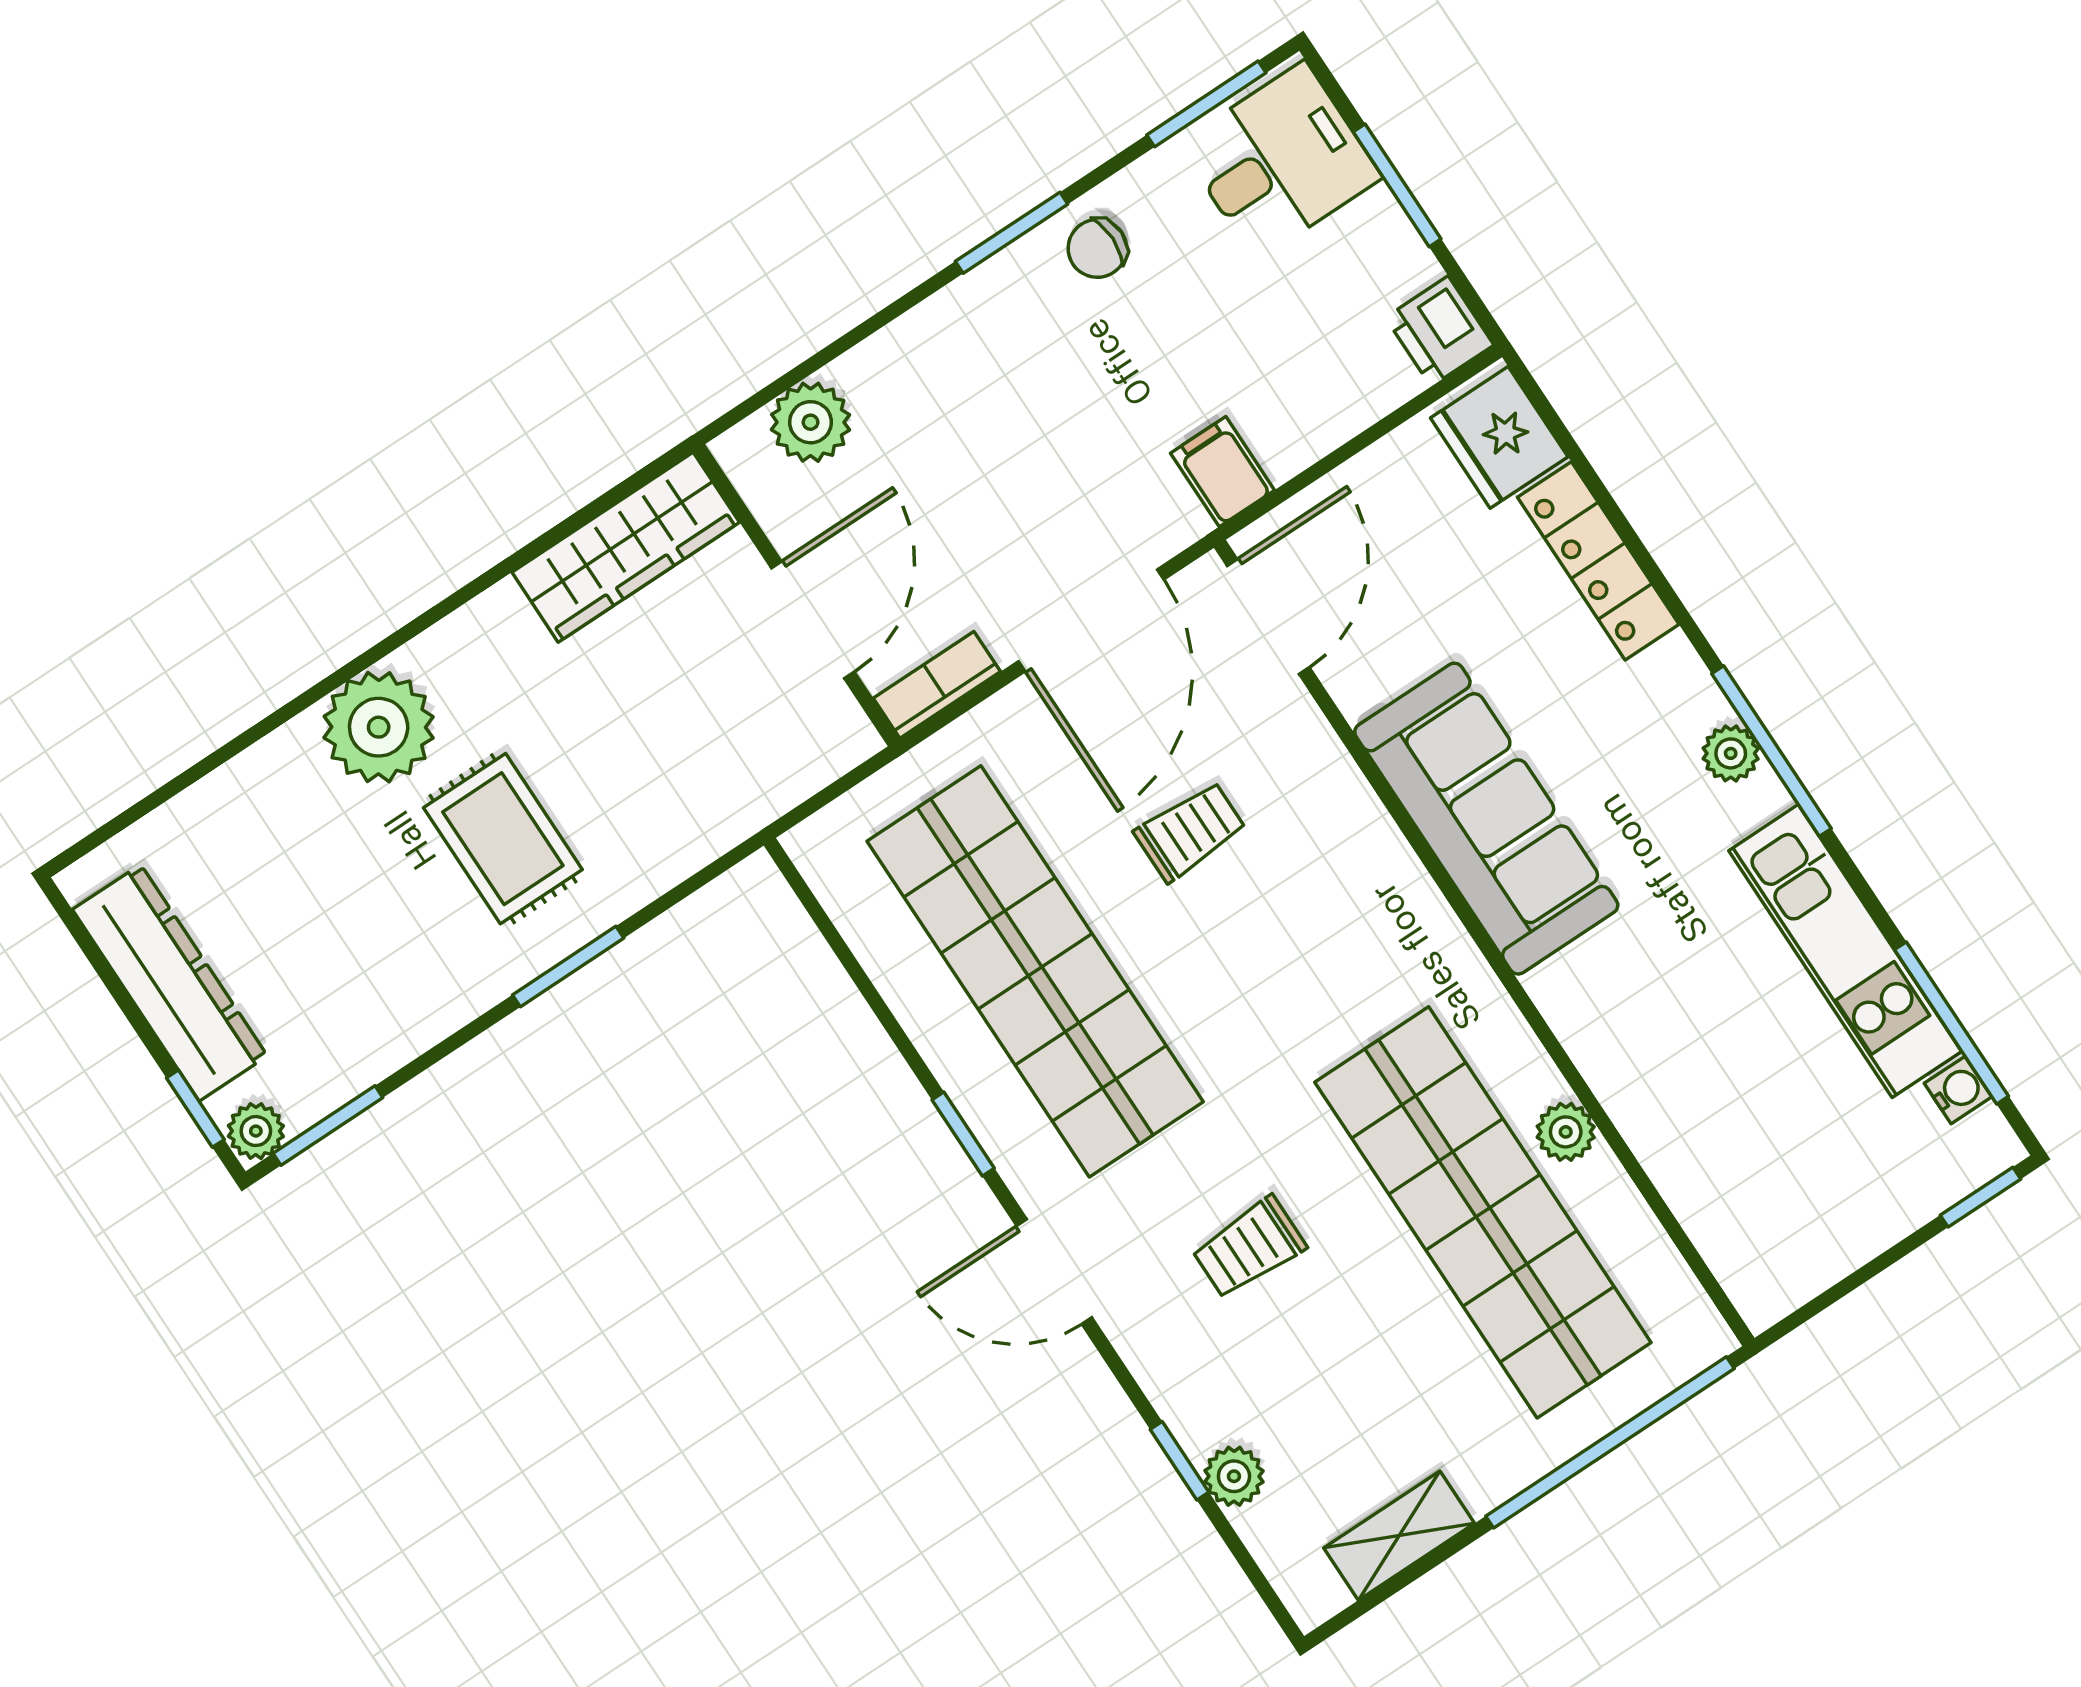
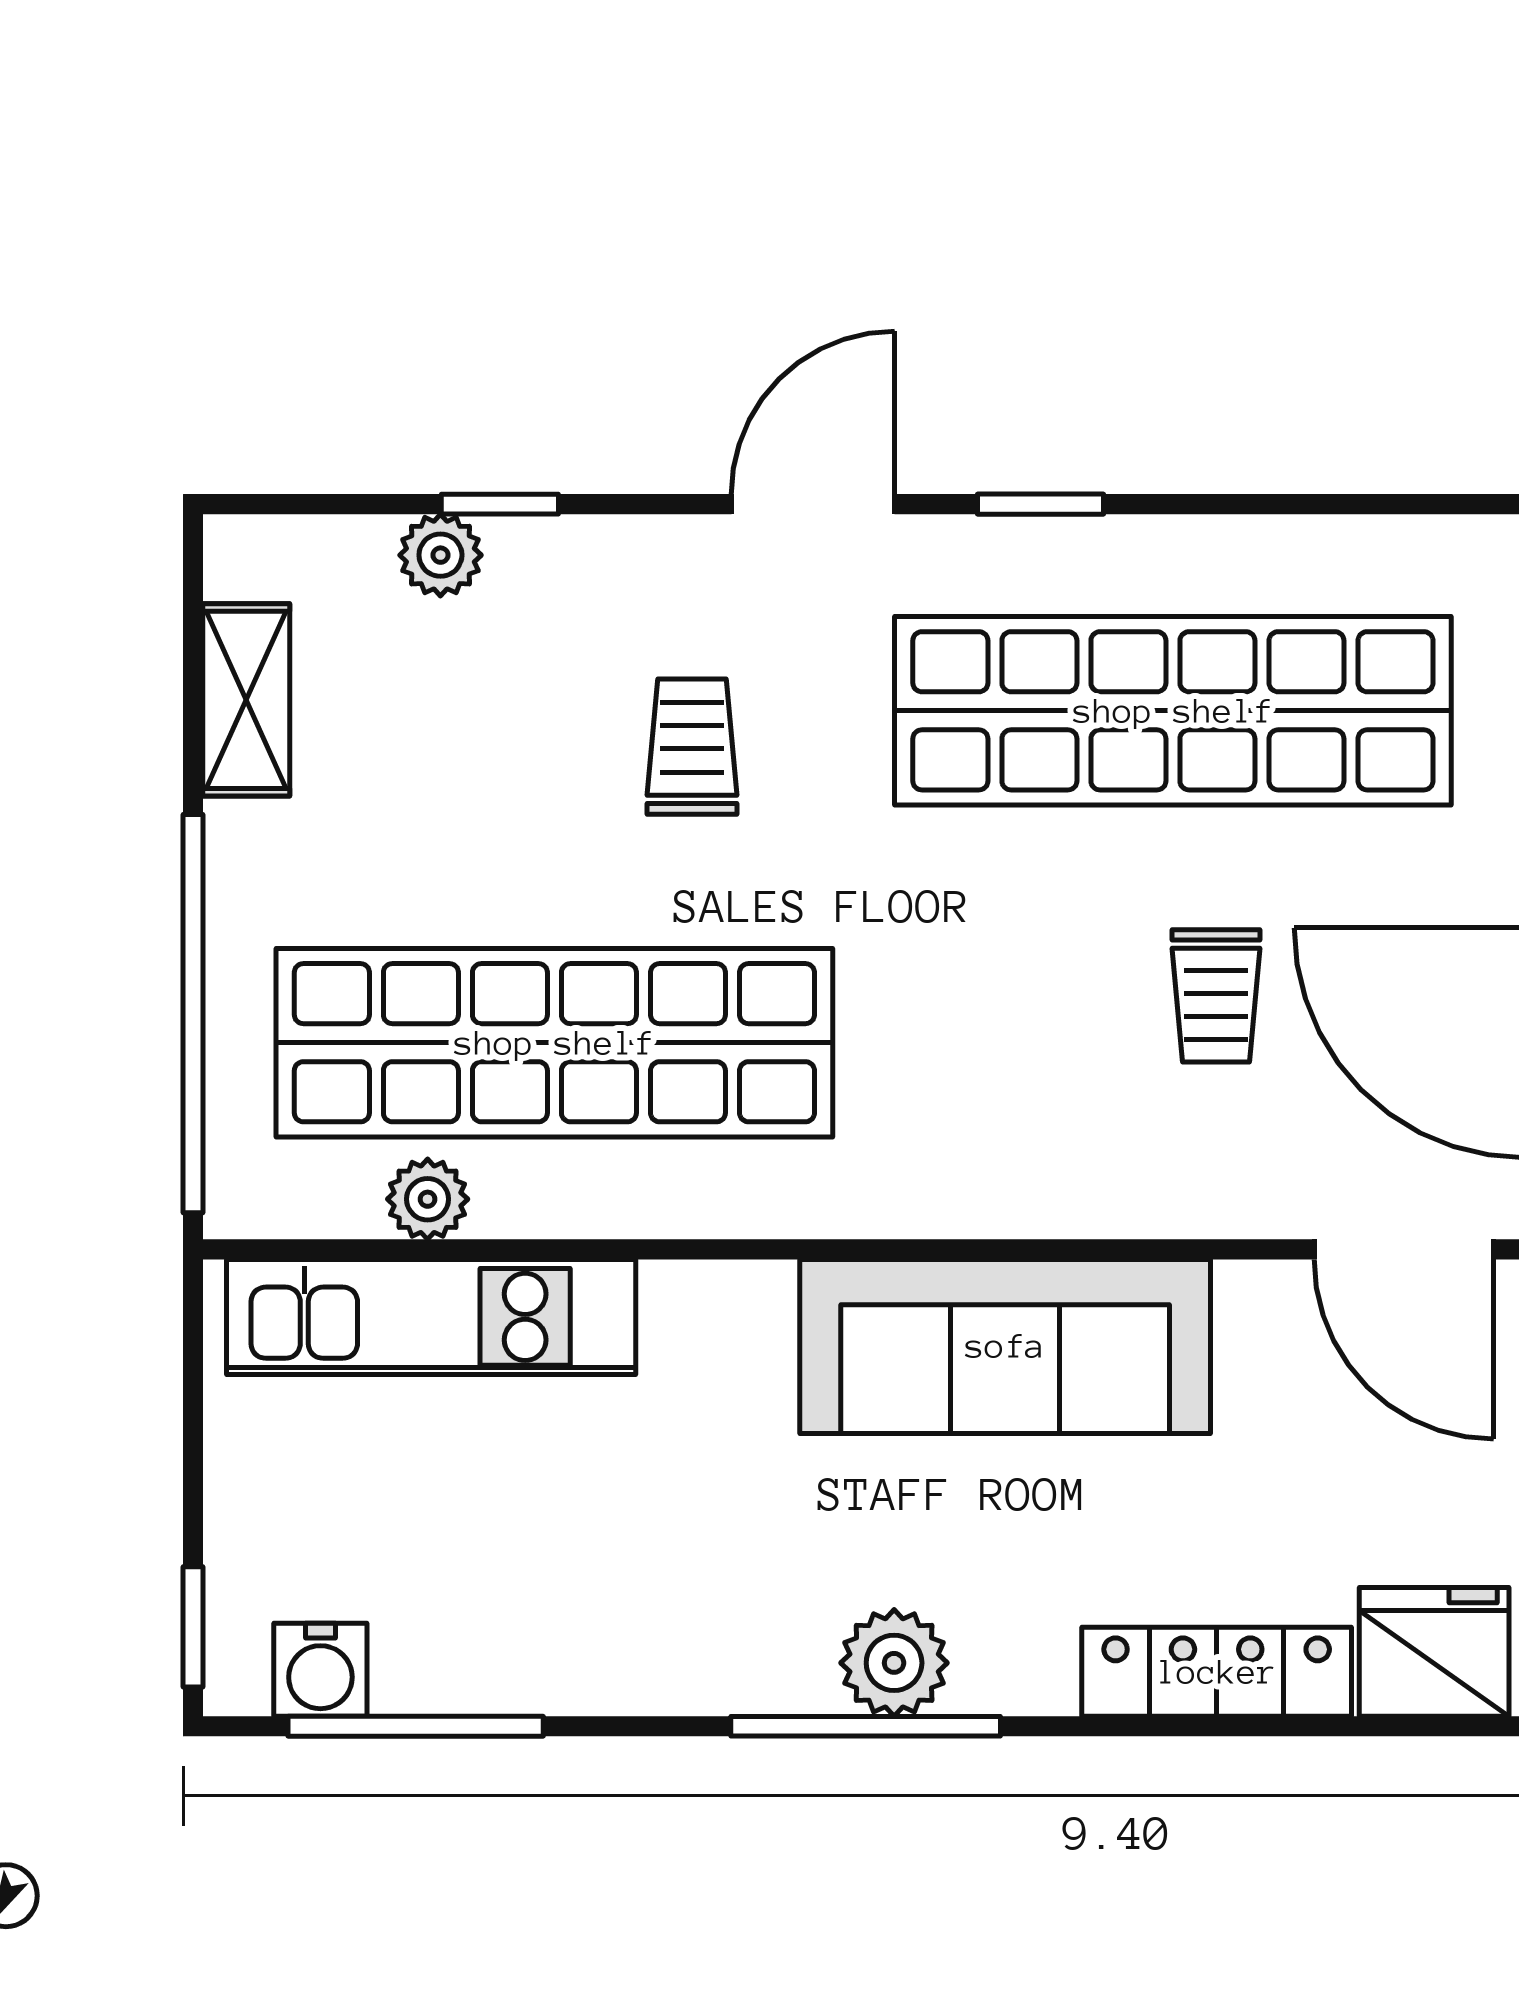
plant: (1731, 753) -> (894, 1663), width x1.38, depth x1.38
kitchen unit: (1845, 951) -> (431, 1317), moved, turned 180
water cooler: (1958, 1090) -> (320, 1670), width x1.38, depth x1.38
plant: (1566, 1132) -> (428, 1199), moved

